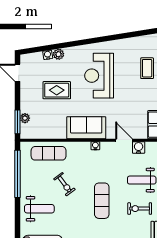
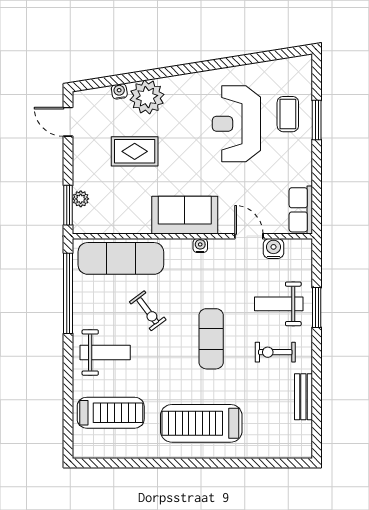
plant: (59, 54) -> (147, 97), width x1.88, depth x1.88
reception desk: (99, 76) -> (236, 124), moved
exercise mat: (49, 153) -> (121, 258), width x1.36, depth x1.45

